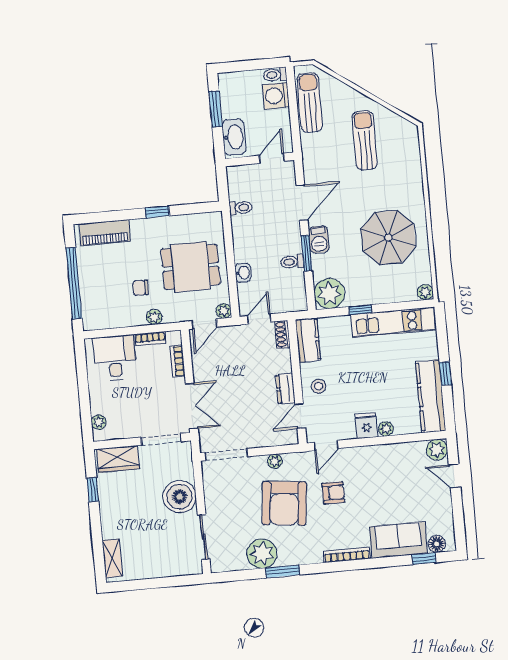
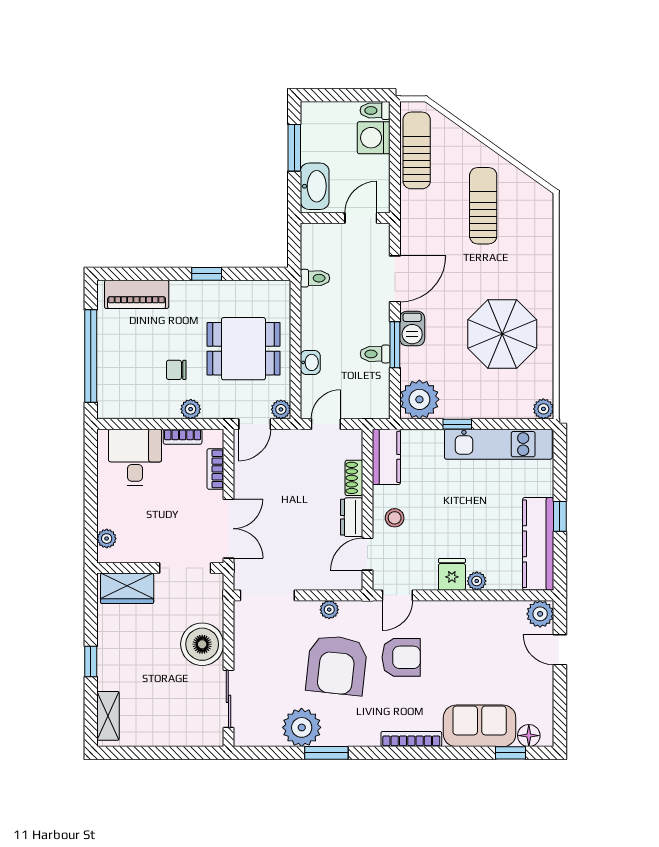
shoe rack: (282, 334) -> (354, 478), moved
window: (93, 490) -> (91, 662), moved
armchair: (333, 493) -> (401, 657), width x1.38, depth x1.38

